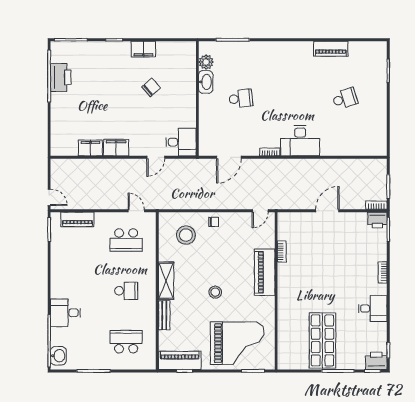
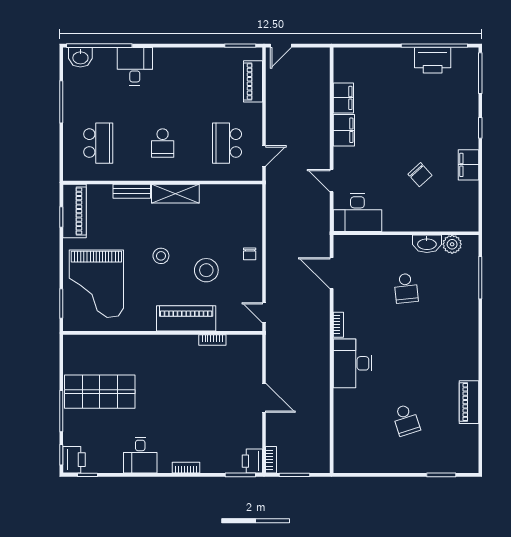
desk: (181, 142) -> (357, 213), width x1.37
stool: (186, 235) -> (206, 270), moved

